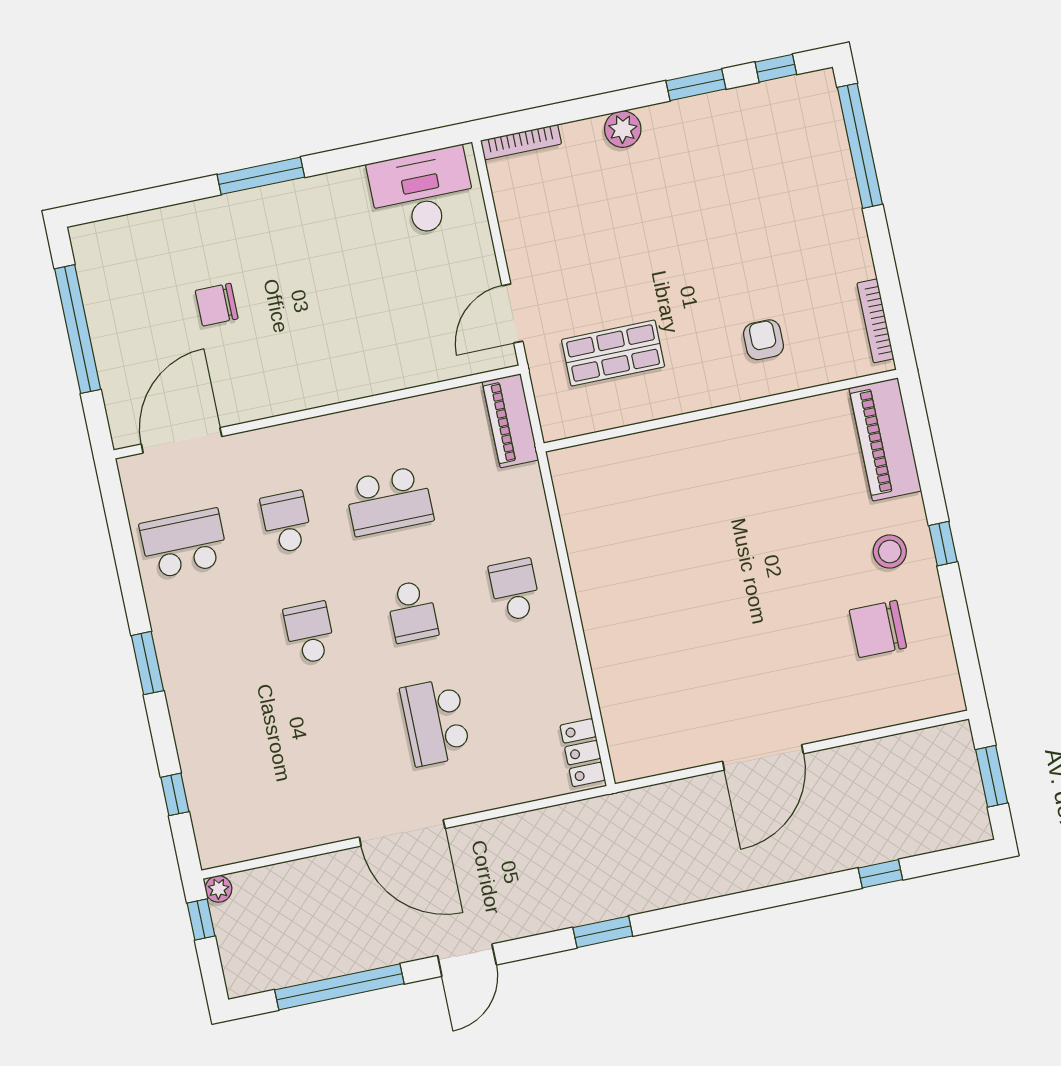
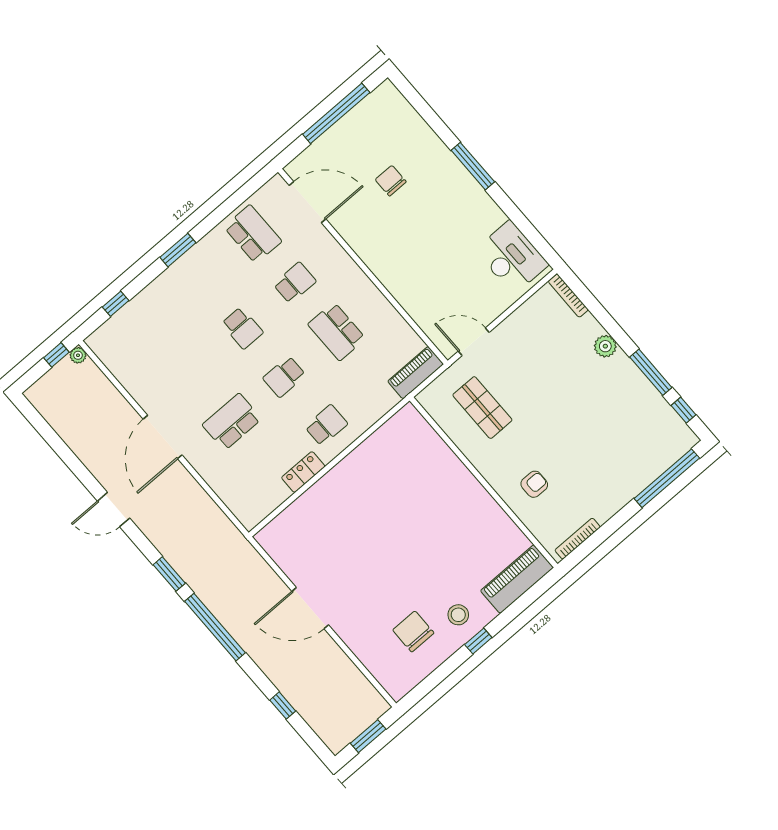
window: (696, 85) -> (651, 372), width x1.44
school desk: (310, 633) -> (242, 328), turned 90
locker: (583, 753) -> (303, 472), moved
window: (339, 987) -> (215, 627), moved

